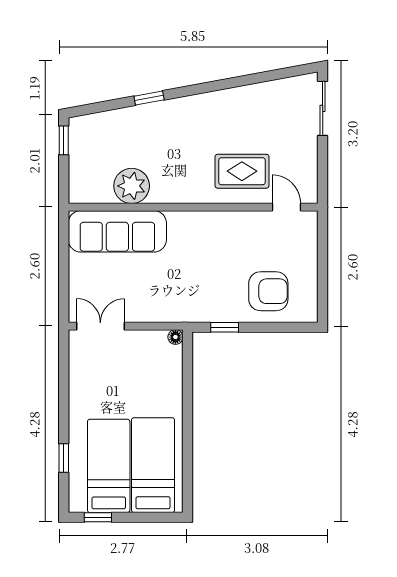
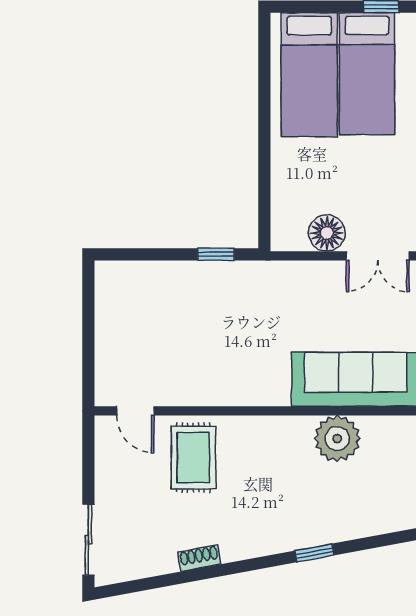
shoe rack: (237, 94) -> (199, 558), added
rug: (242, 171) -> (193, 458), turned 90
armchair: (268, 291) -> (159, 301), removed
floor lamp: (175, 337) -> (327, 233), moved, width x1.89, depth x1.89

